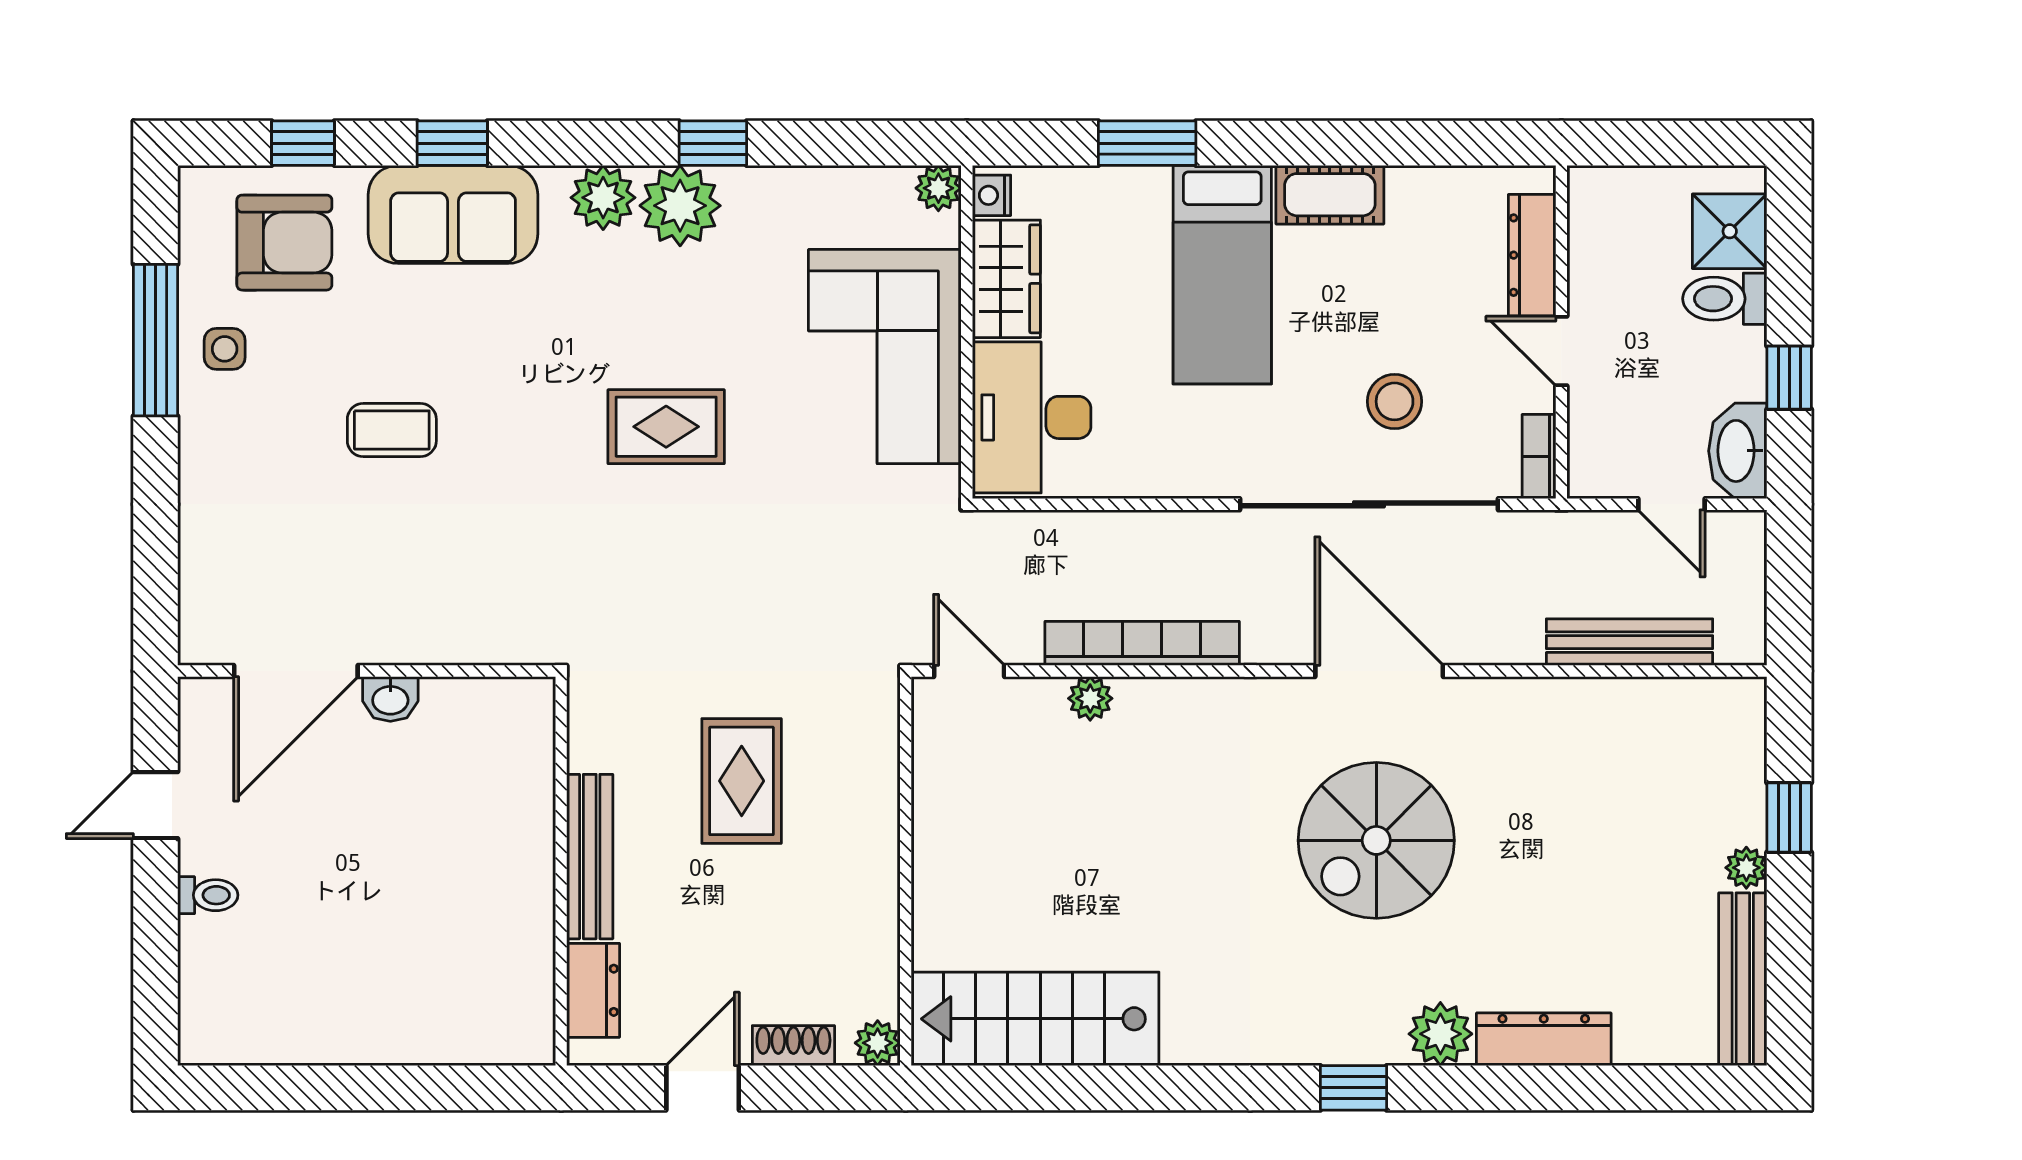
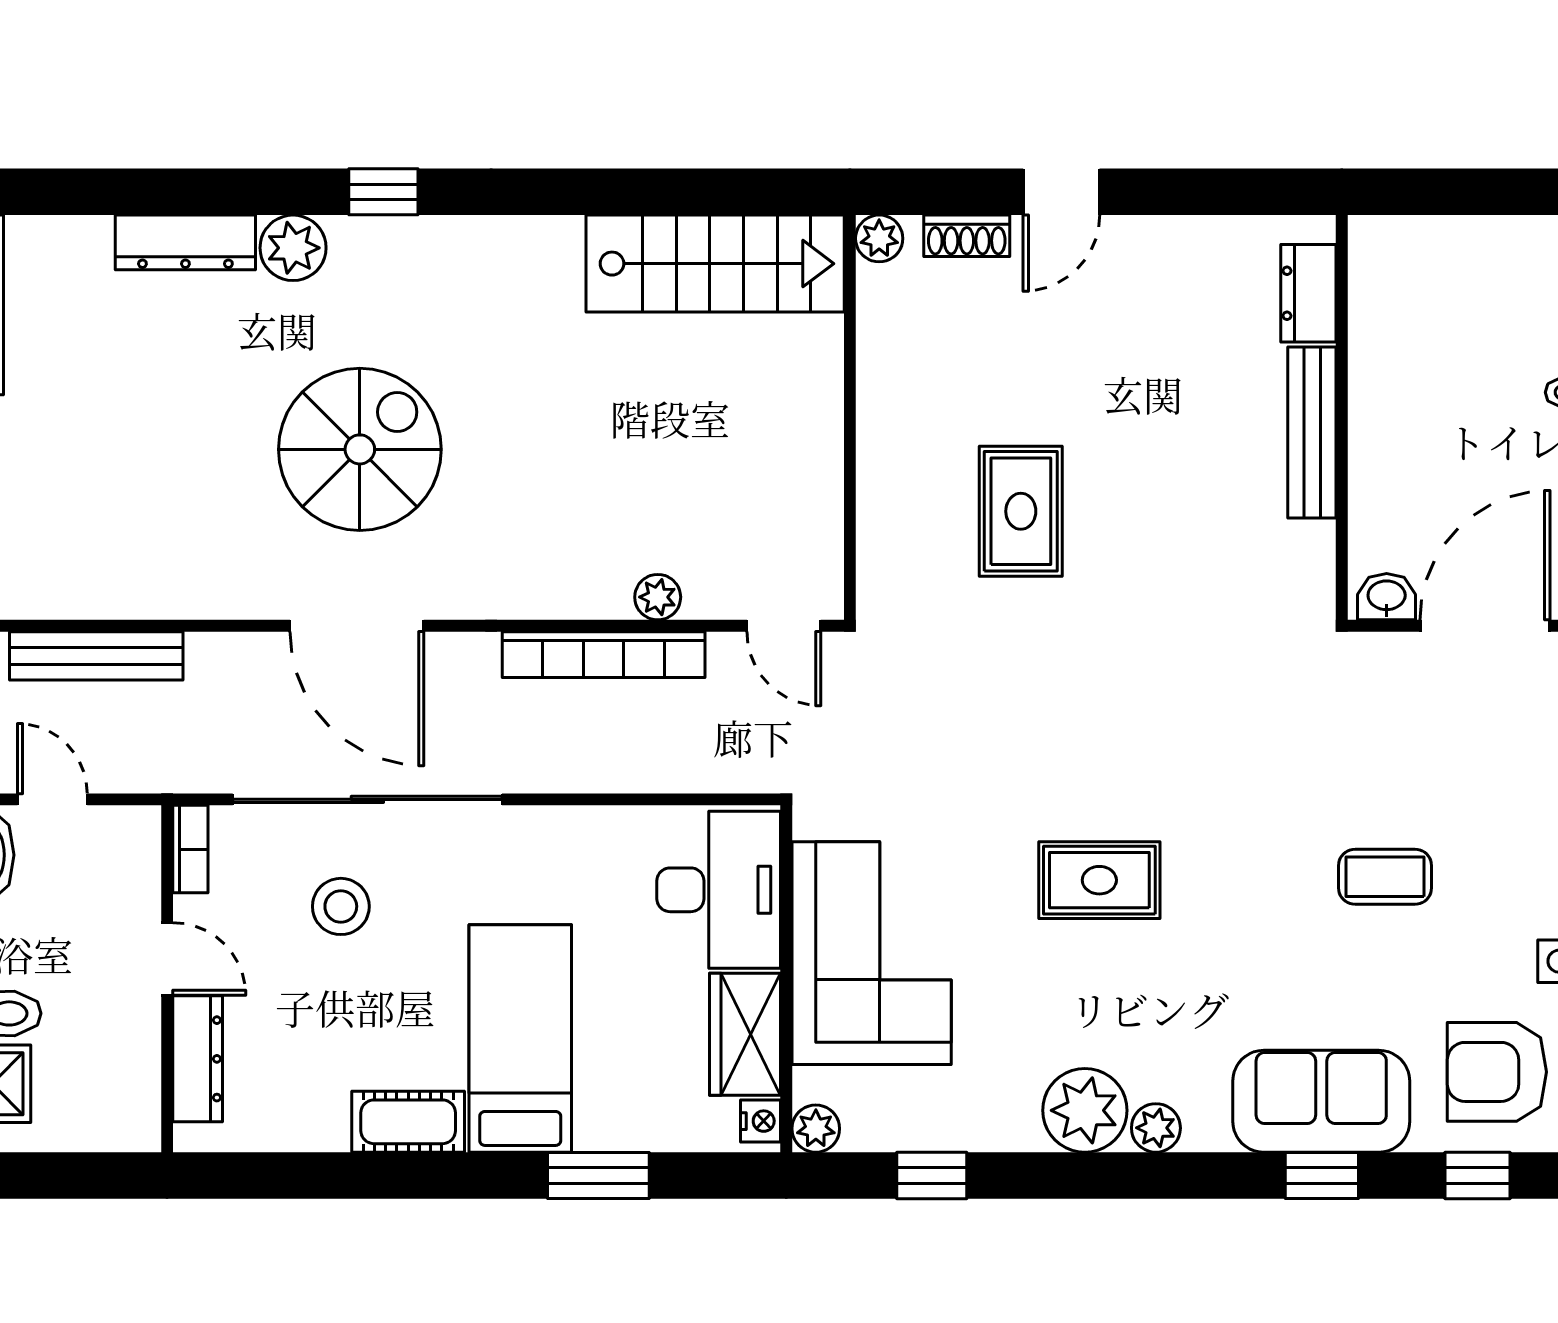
window: (713, 143) -> (932, 1175), moved
plant: (603, 198) -> (1156, 1128), width x0.73, depth x0.73
bench: (590, 857) -> (1312, 433), moved
wall: (561, 871) -> (1342, 417), moved
dresser: (593, 990) -> (1308, 293), moved

